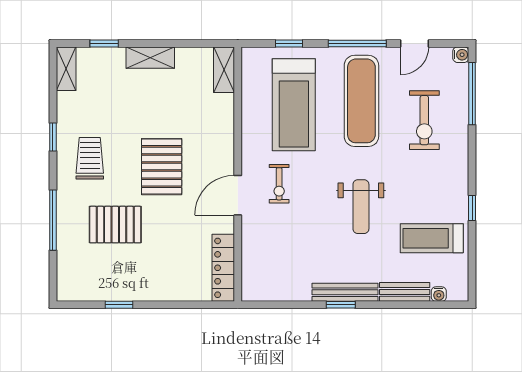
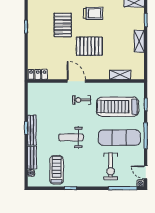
door: (415, 43) -> (146, 172), moved
shelving: (224, 70) -> (120, 75), moved
exercise bike: (424, 120) -> (111, 166), turned -90
locker: (223, 268) -> (38, 74), width x0.66

